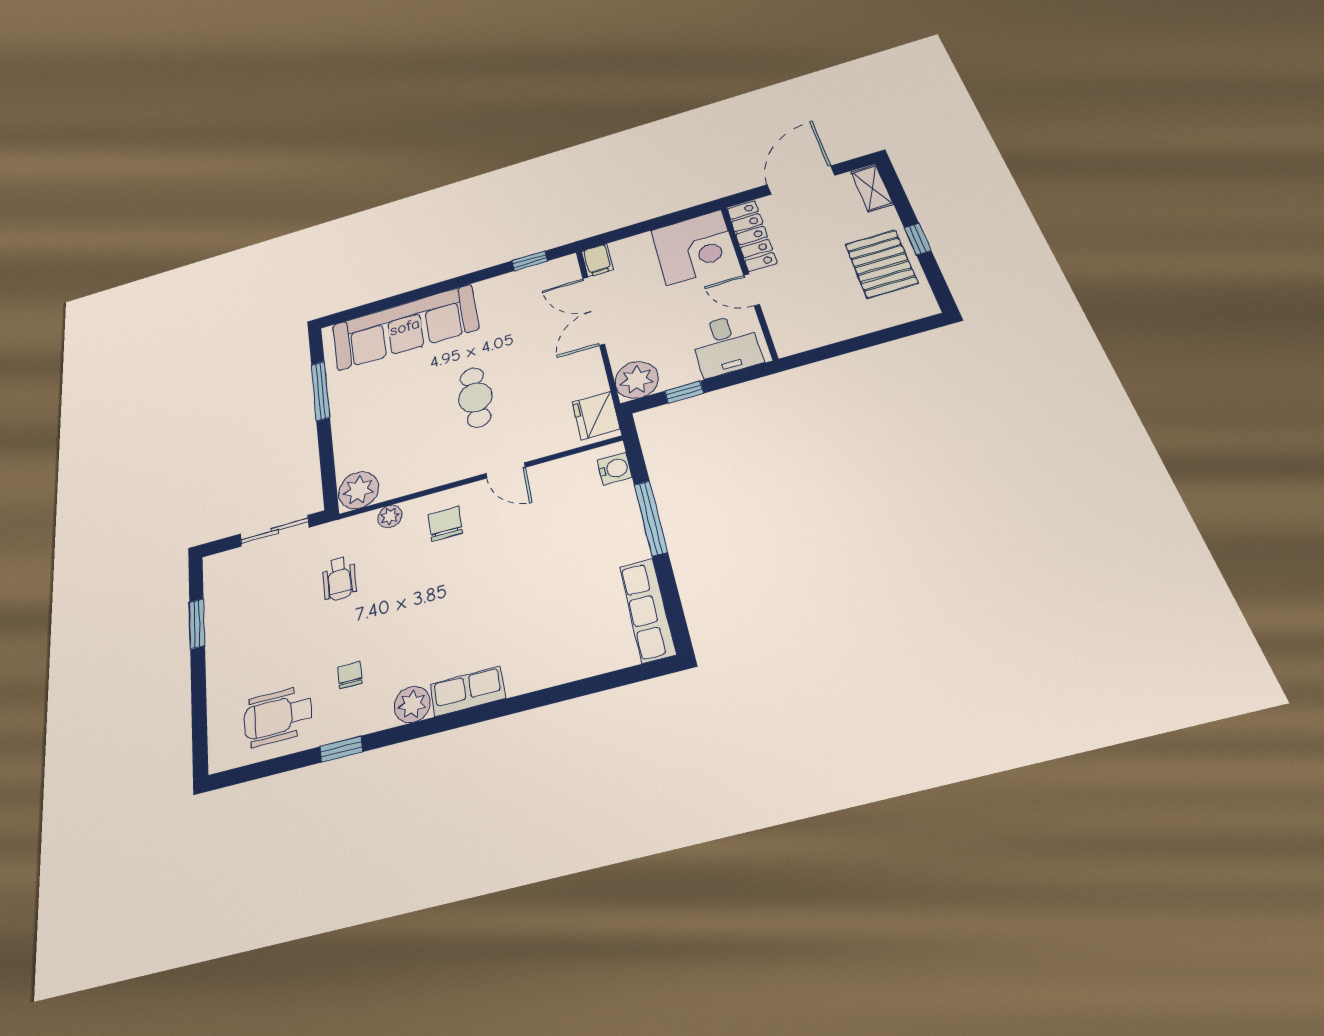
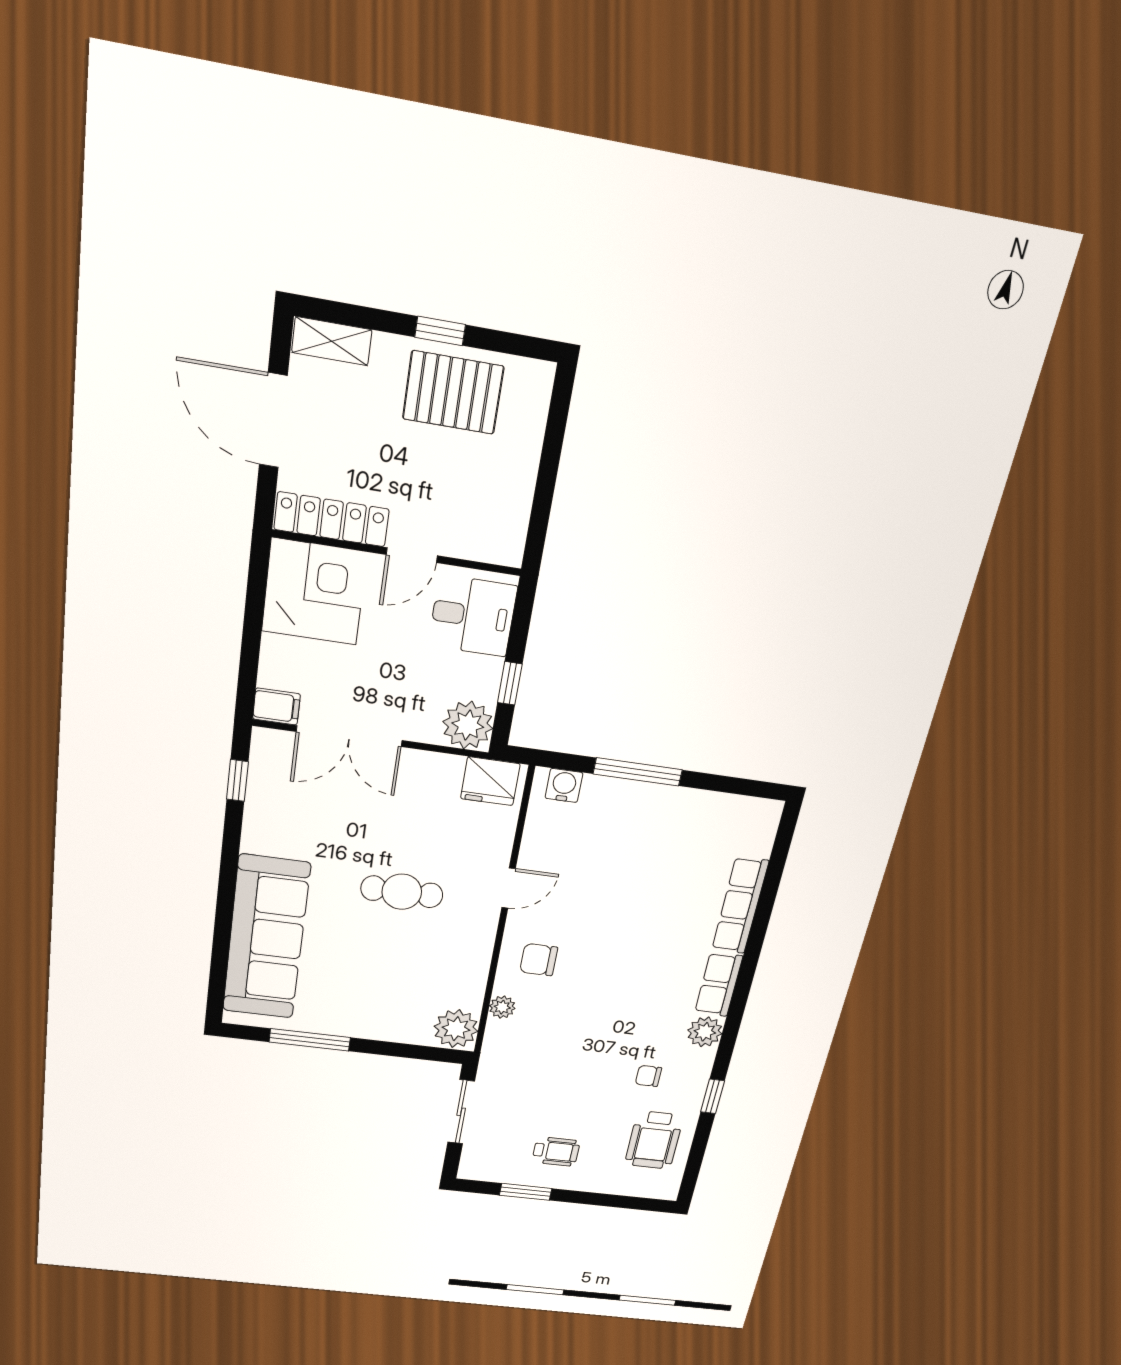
wheelchair: (339, 578) -> (556, 1151), moved
row of seats: (647, 610) -> (740, 905), moved, turned 90

